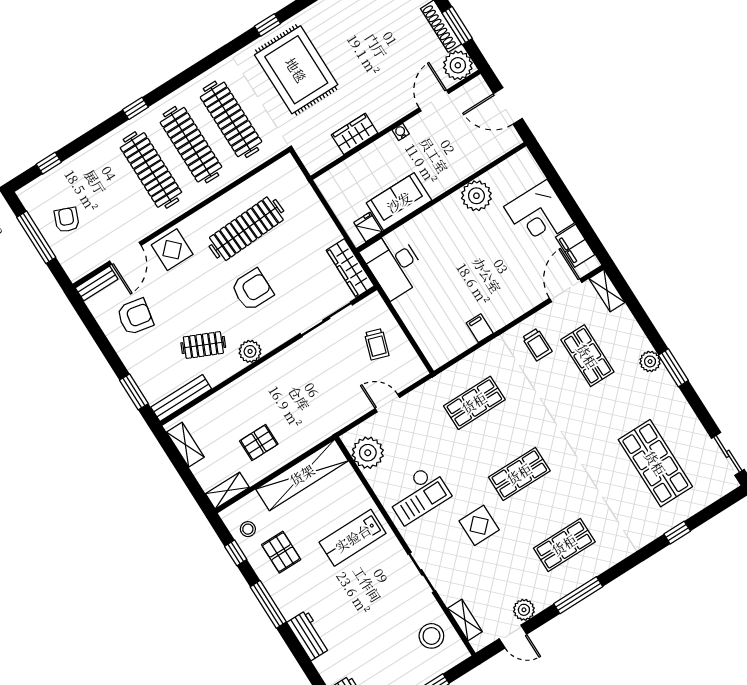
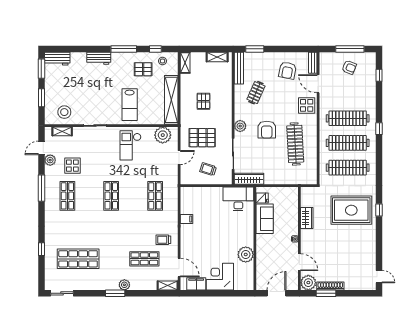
plant: (250, 351) -> (240, 126), moved
pallet: (332, 386) -> (202, 138), added
pallet: (259, 443) -> (203, 101), moved
display table: (479, 525) -> (72, 166), moved
lab bench: (353, 538) -> (130, 105), turned 180

